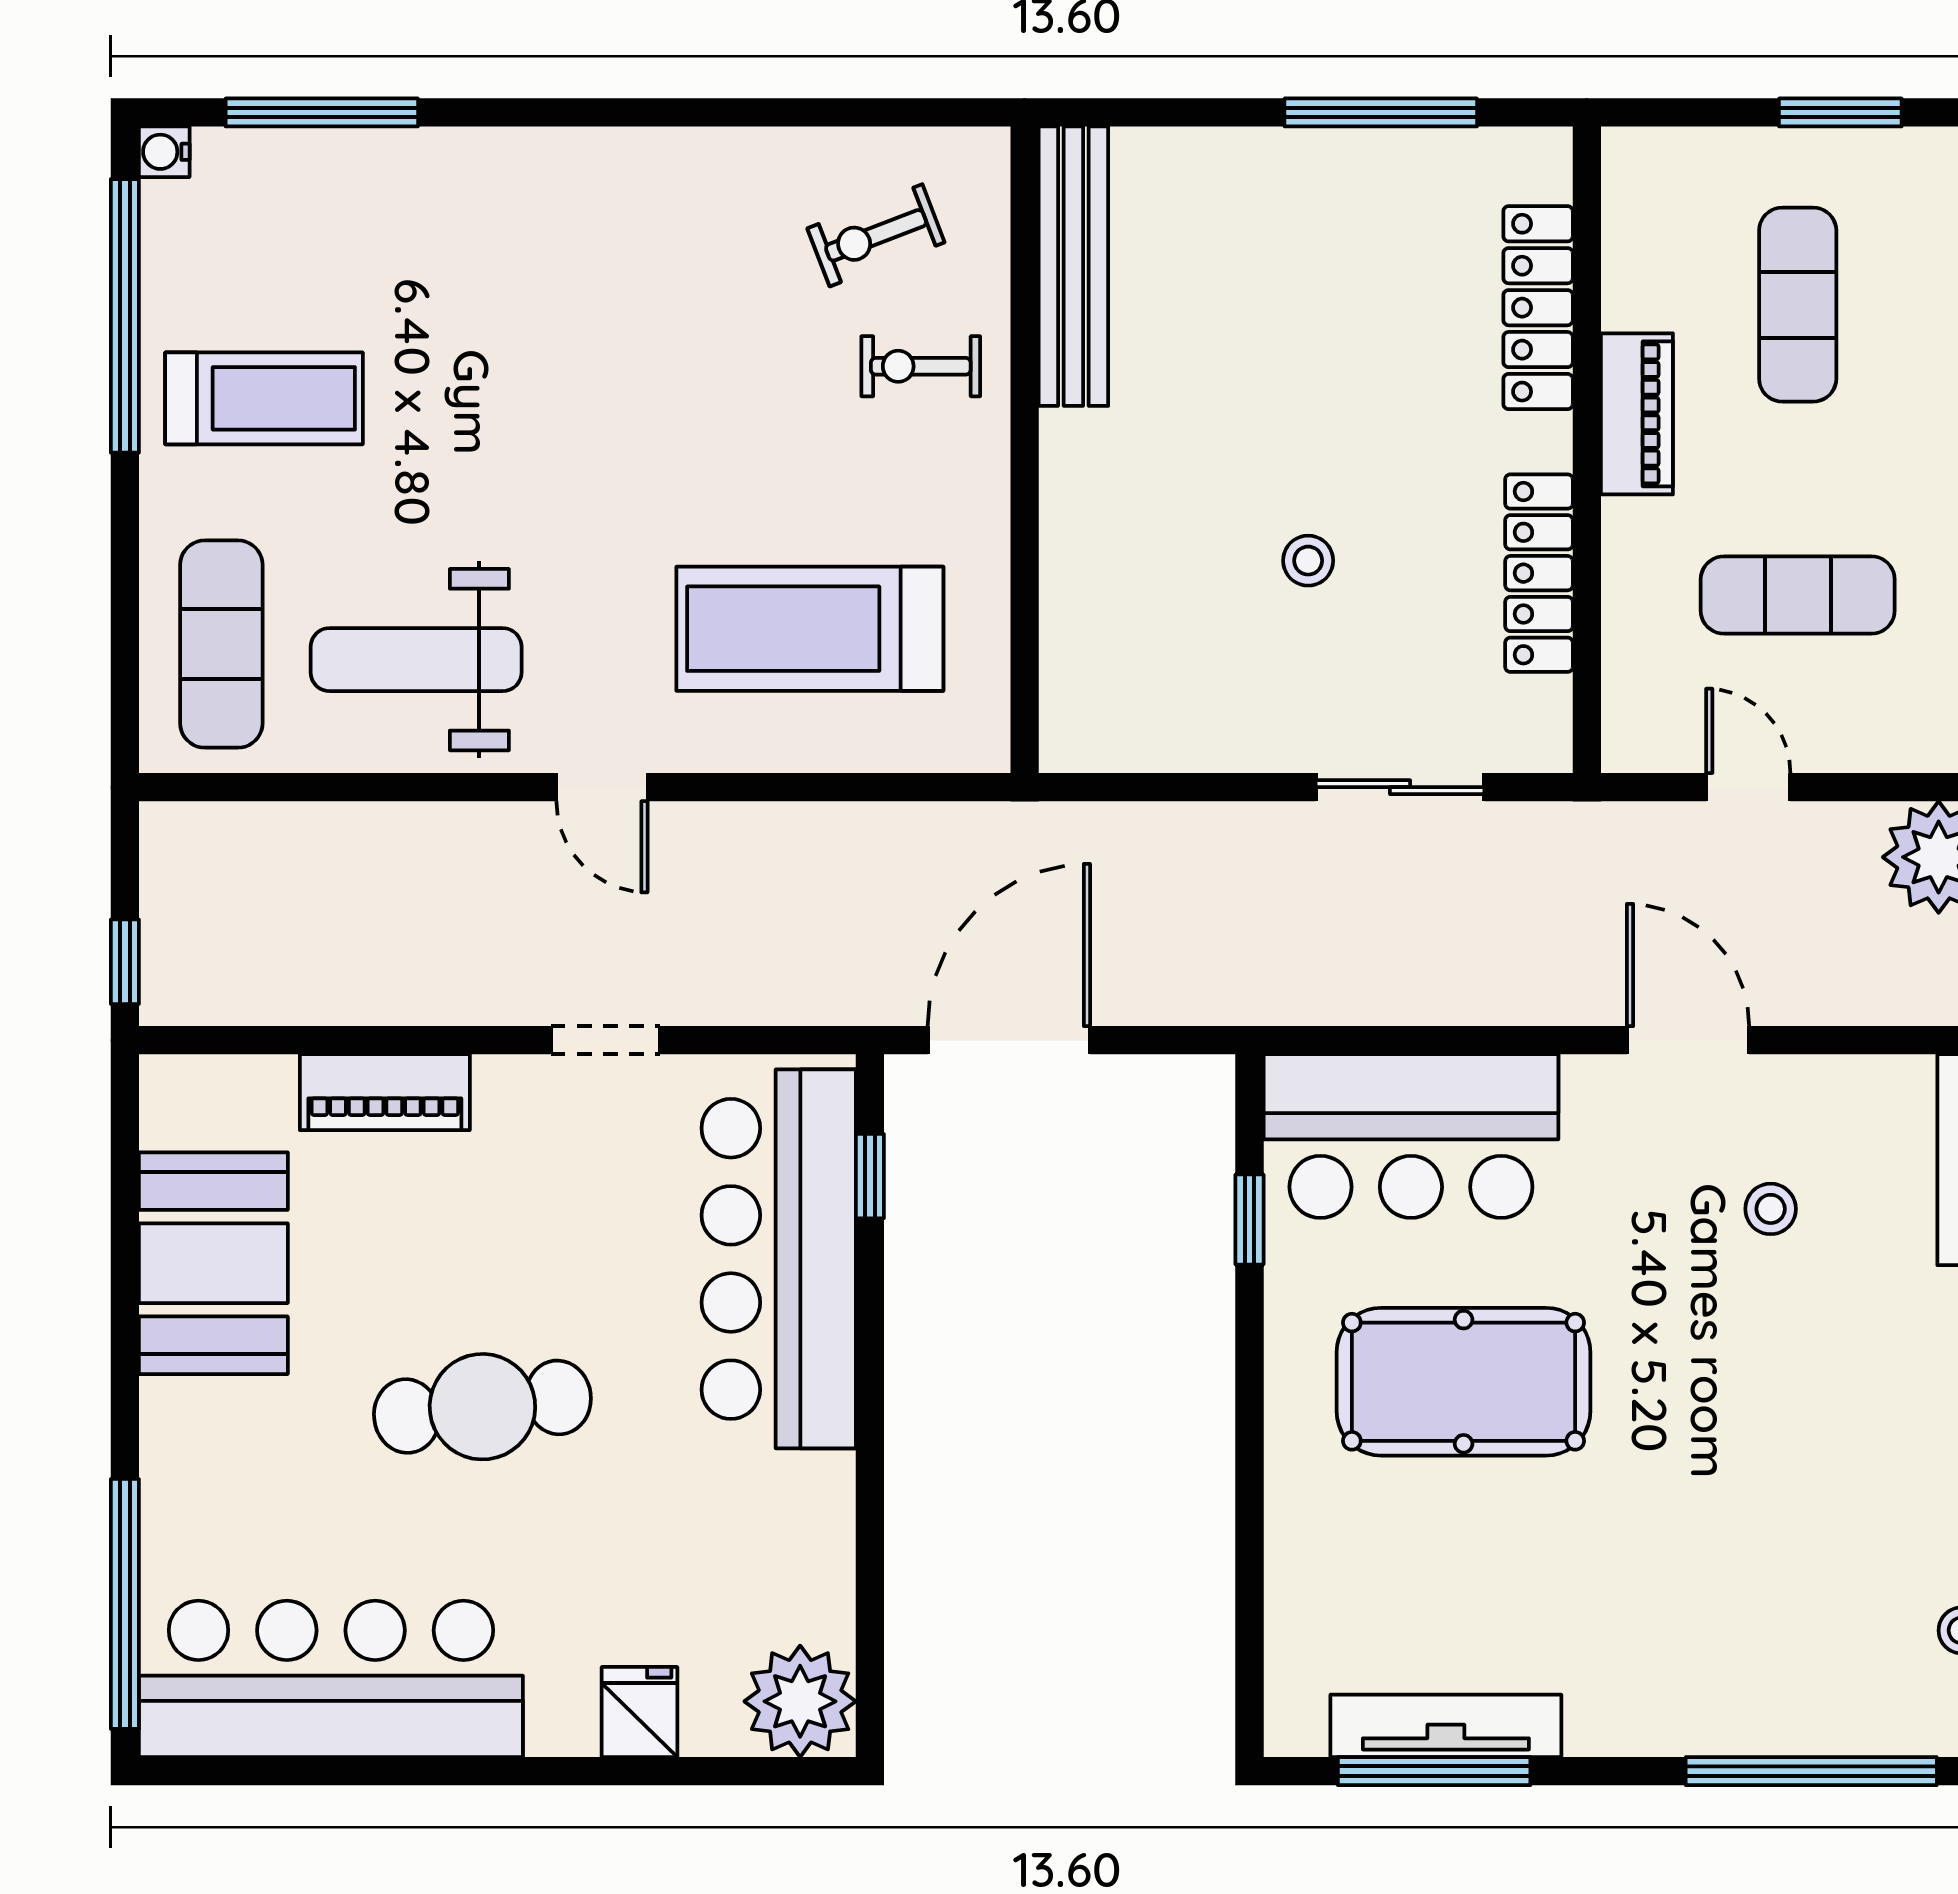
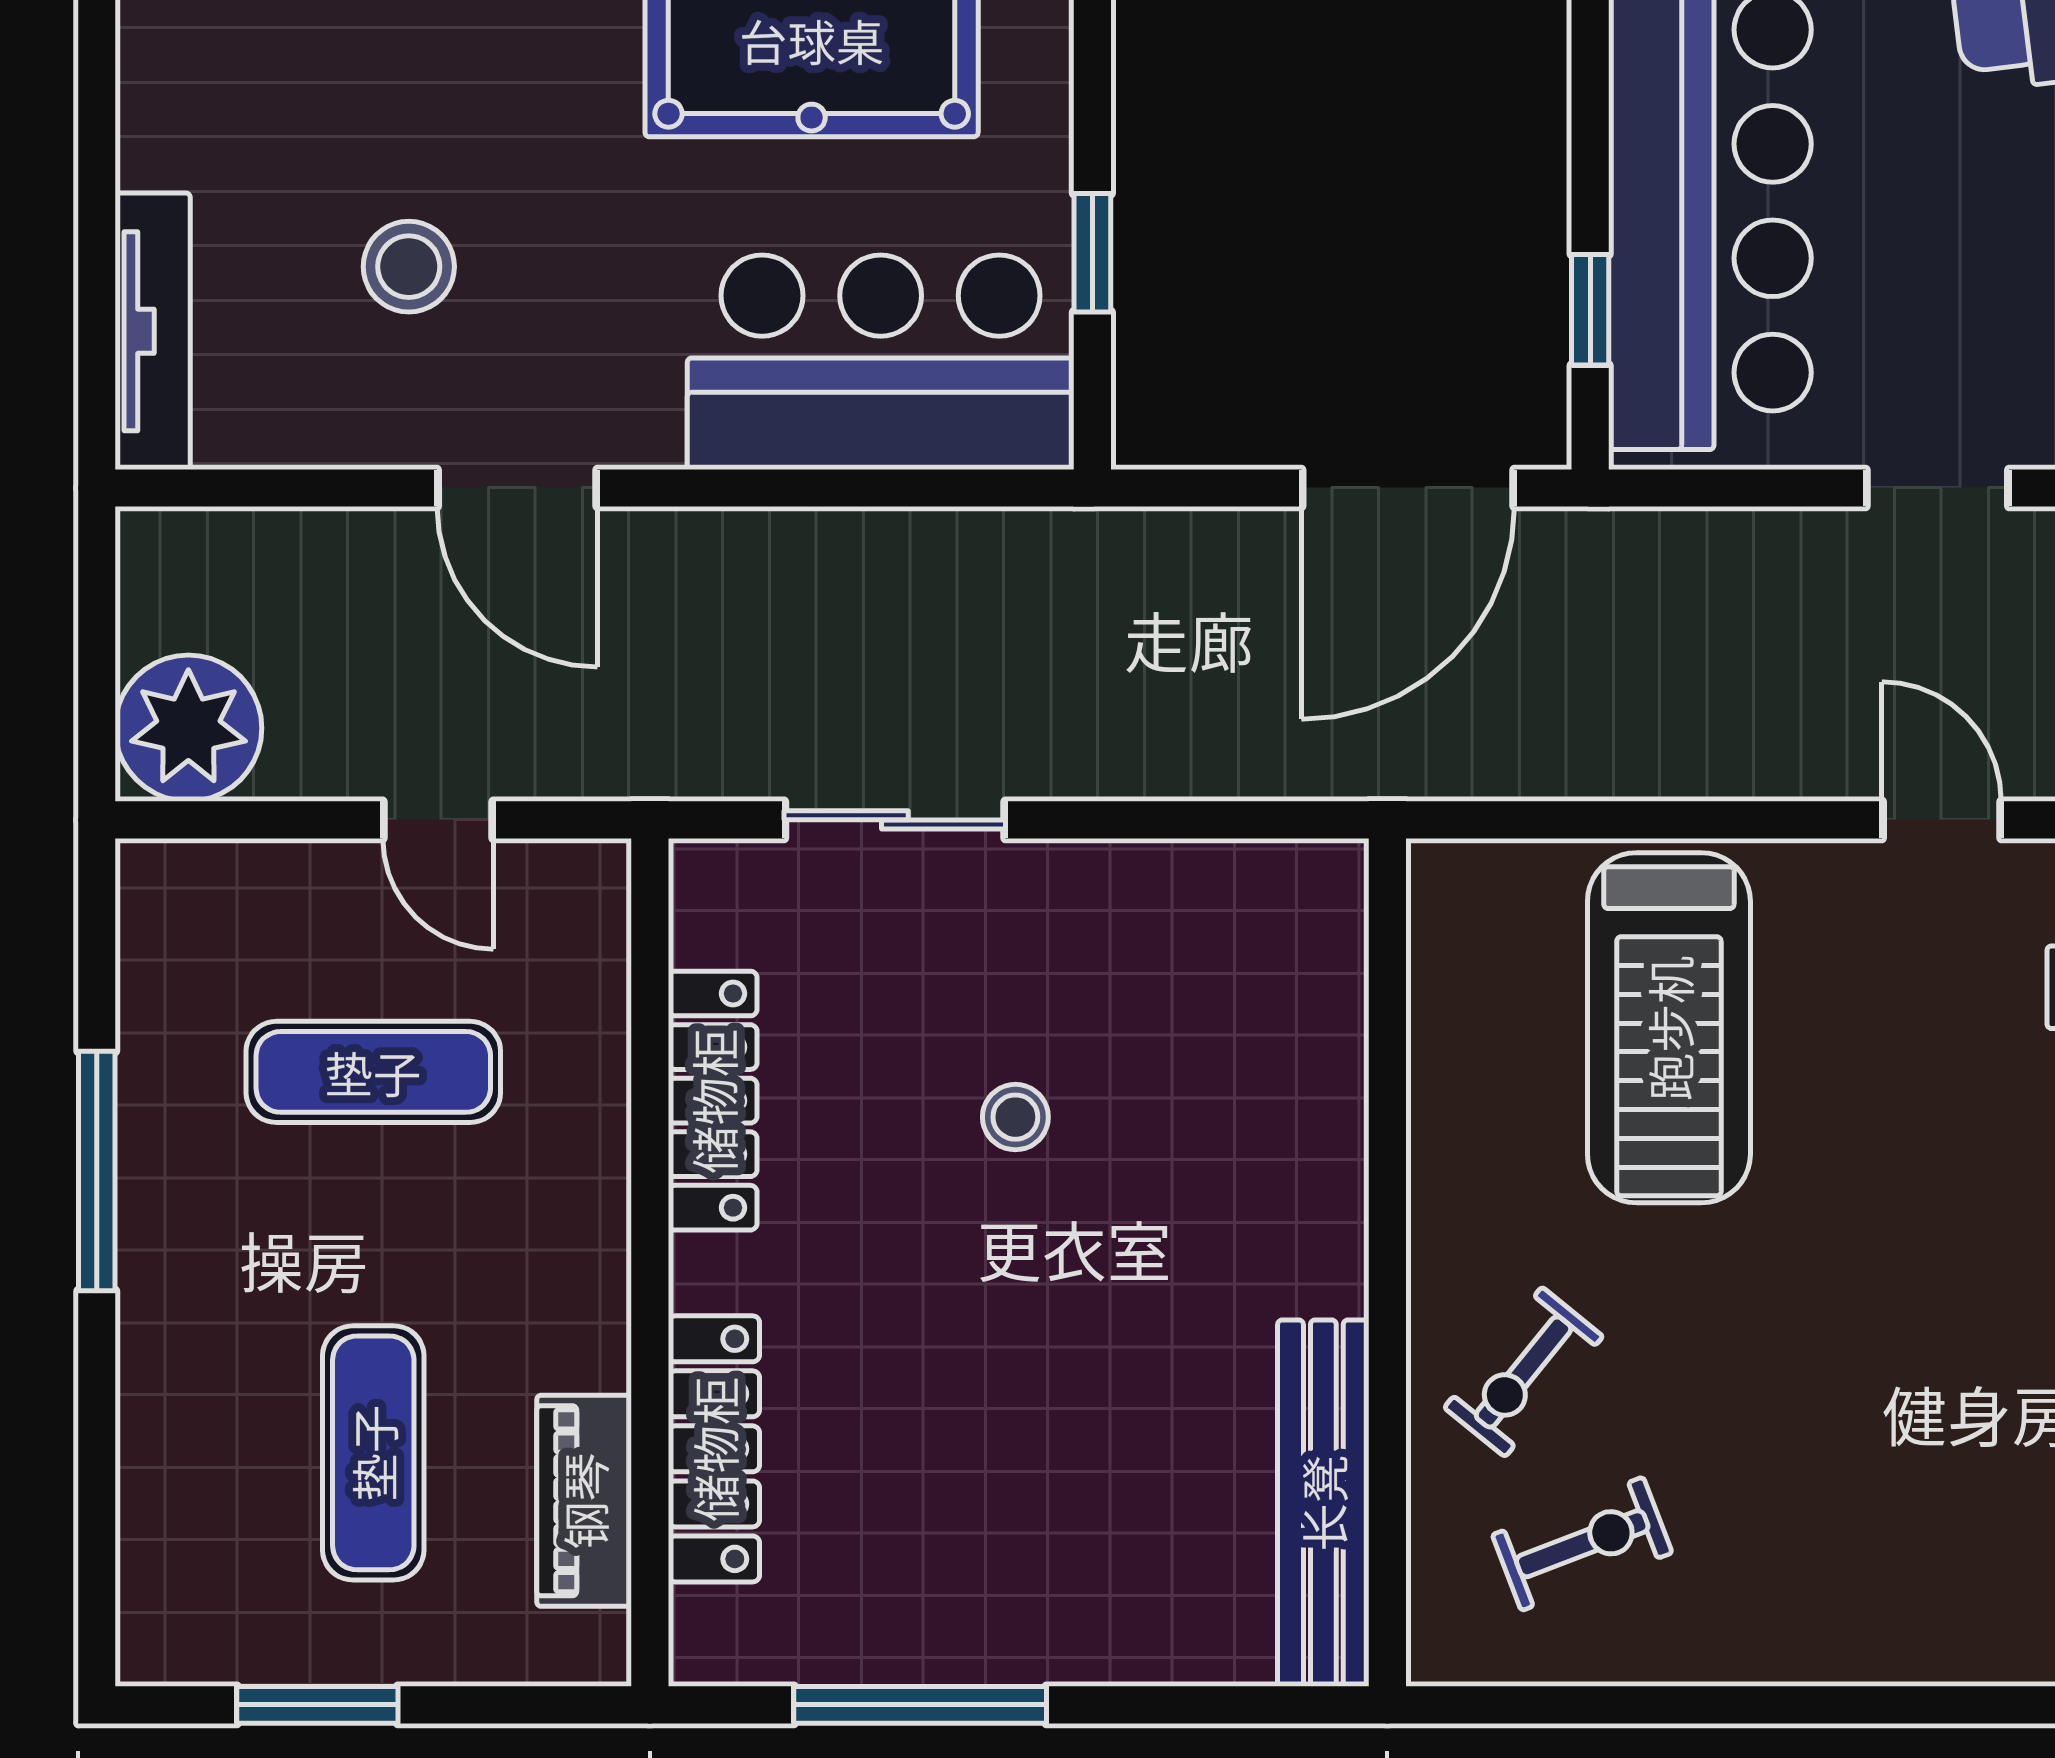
exercise bike: (921, 366) -> (1523, 1372), turned 129
piano: (1637, 414) -> (584, 1501), moved
treadmill: (810, 629) -> (1669, 1028), turned 90
stool: (1771, 1209) -> (409, 267), width x1.37, depth x1.37

